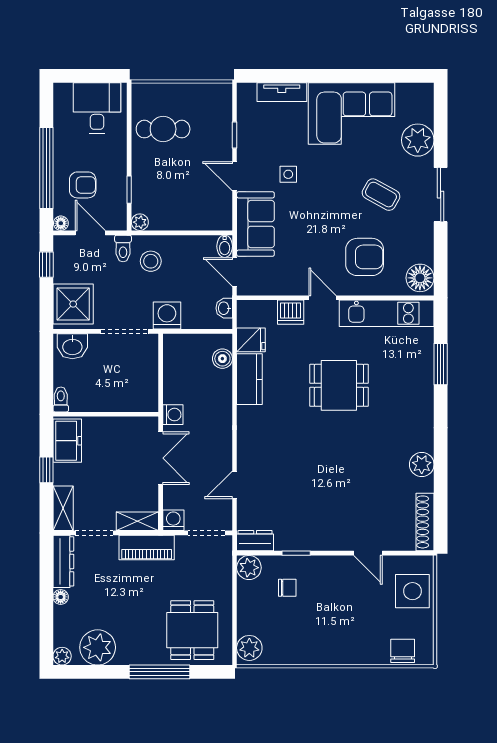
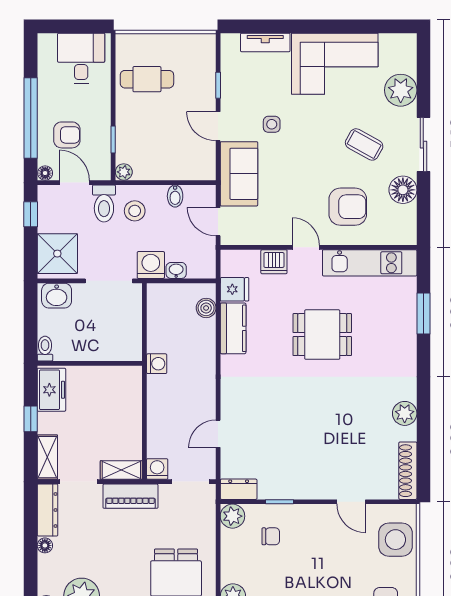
bidet: (225, 246) -> (175, 196), moved
toilet: (123, 249) -> (104, 203), width x1.37, depth x1.39
floor lamp: (420, 278) -> (403, 190), moved
washbasin: (224, 308) -> (176, 270), moved, turned 90
double door: (161, 458) -> (144, 407), removed

